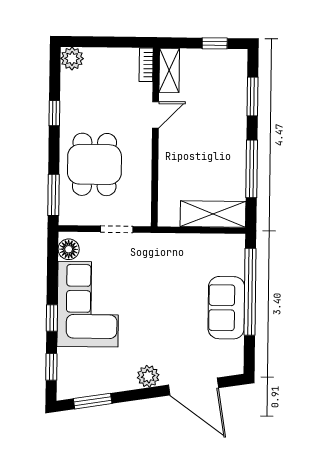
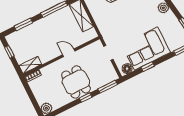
window: (54, 113) -> (86, 98), moved
door: (155, 115) -> (69, 53), moved
dining table: (94, 164) -> (76, 82), moved, turned 90
window: (52, 318) -> (148, 67), moved

